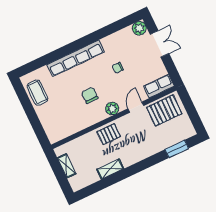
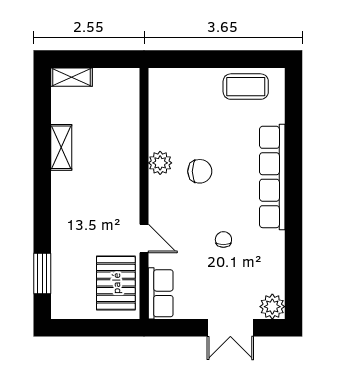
plant: (112, 109) -> (160, 163), moved
pallet: (109, 134) -> (120, 172), removed
shelving: (67, 166) -> (71, 77), moved

